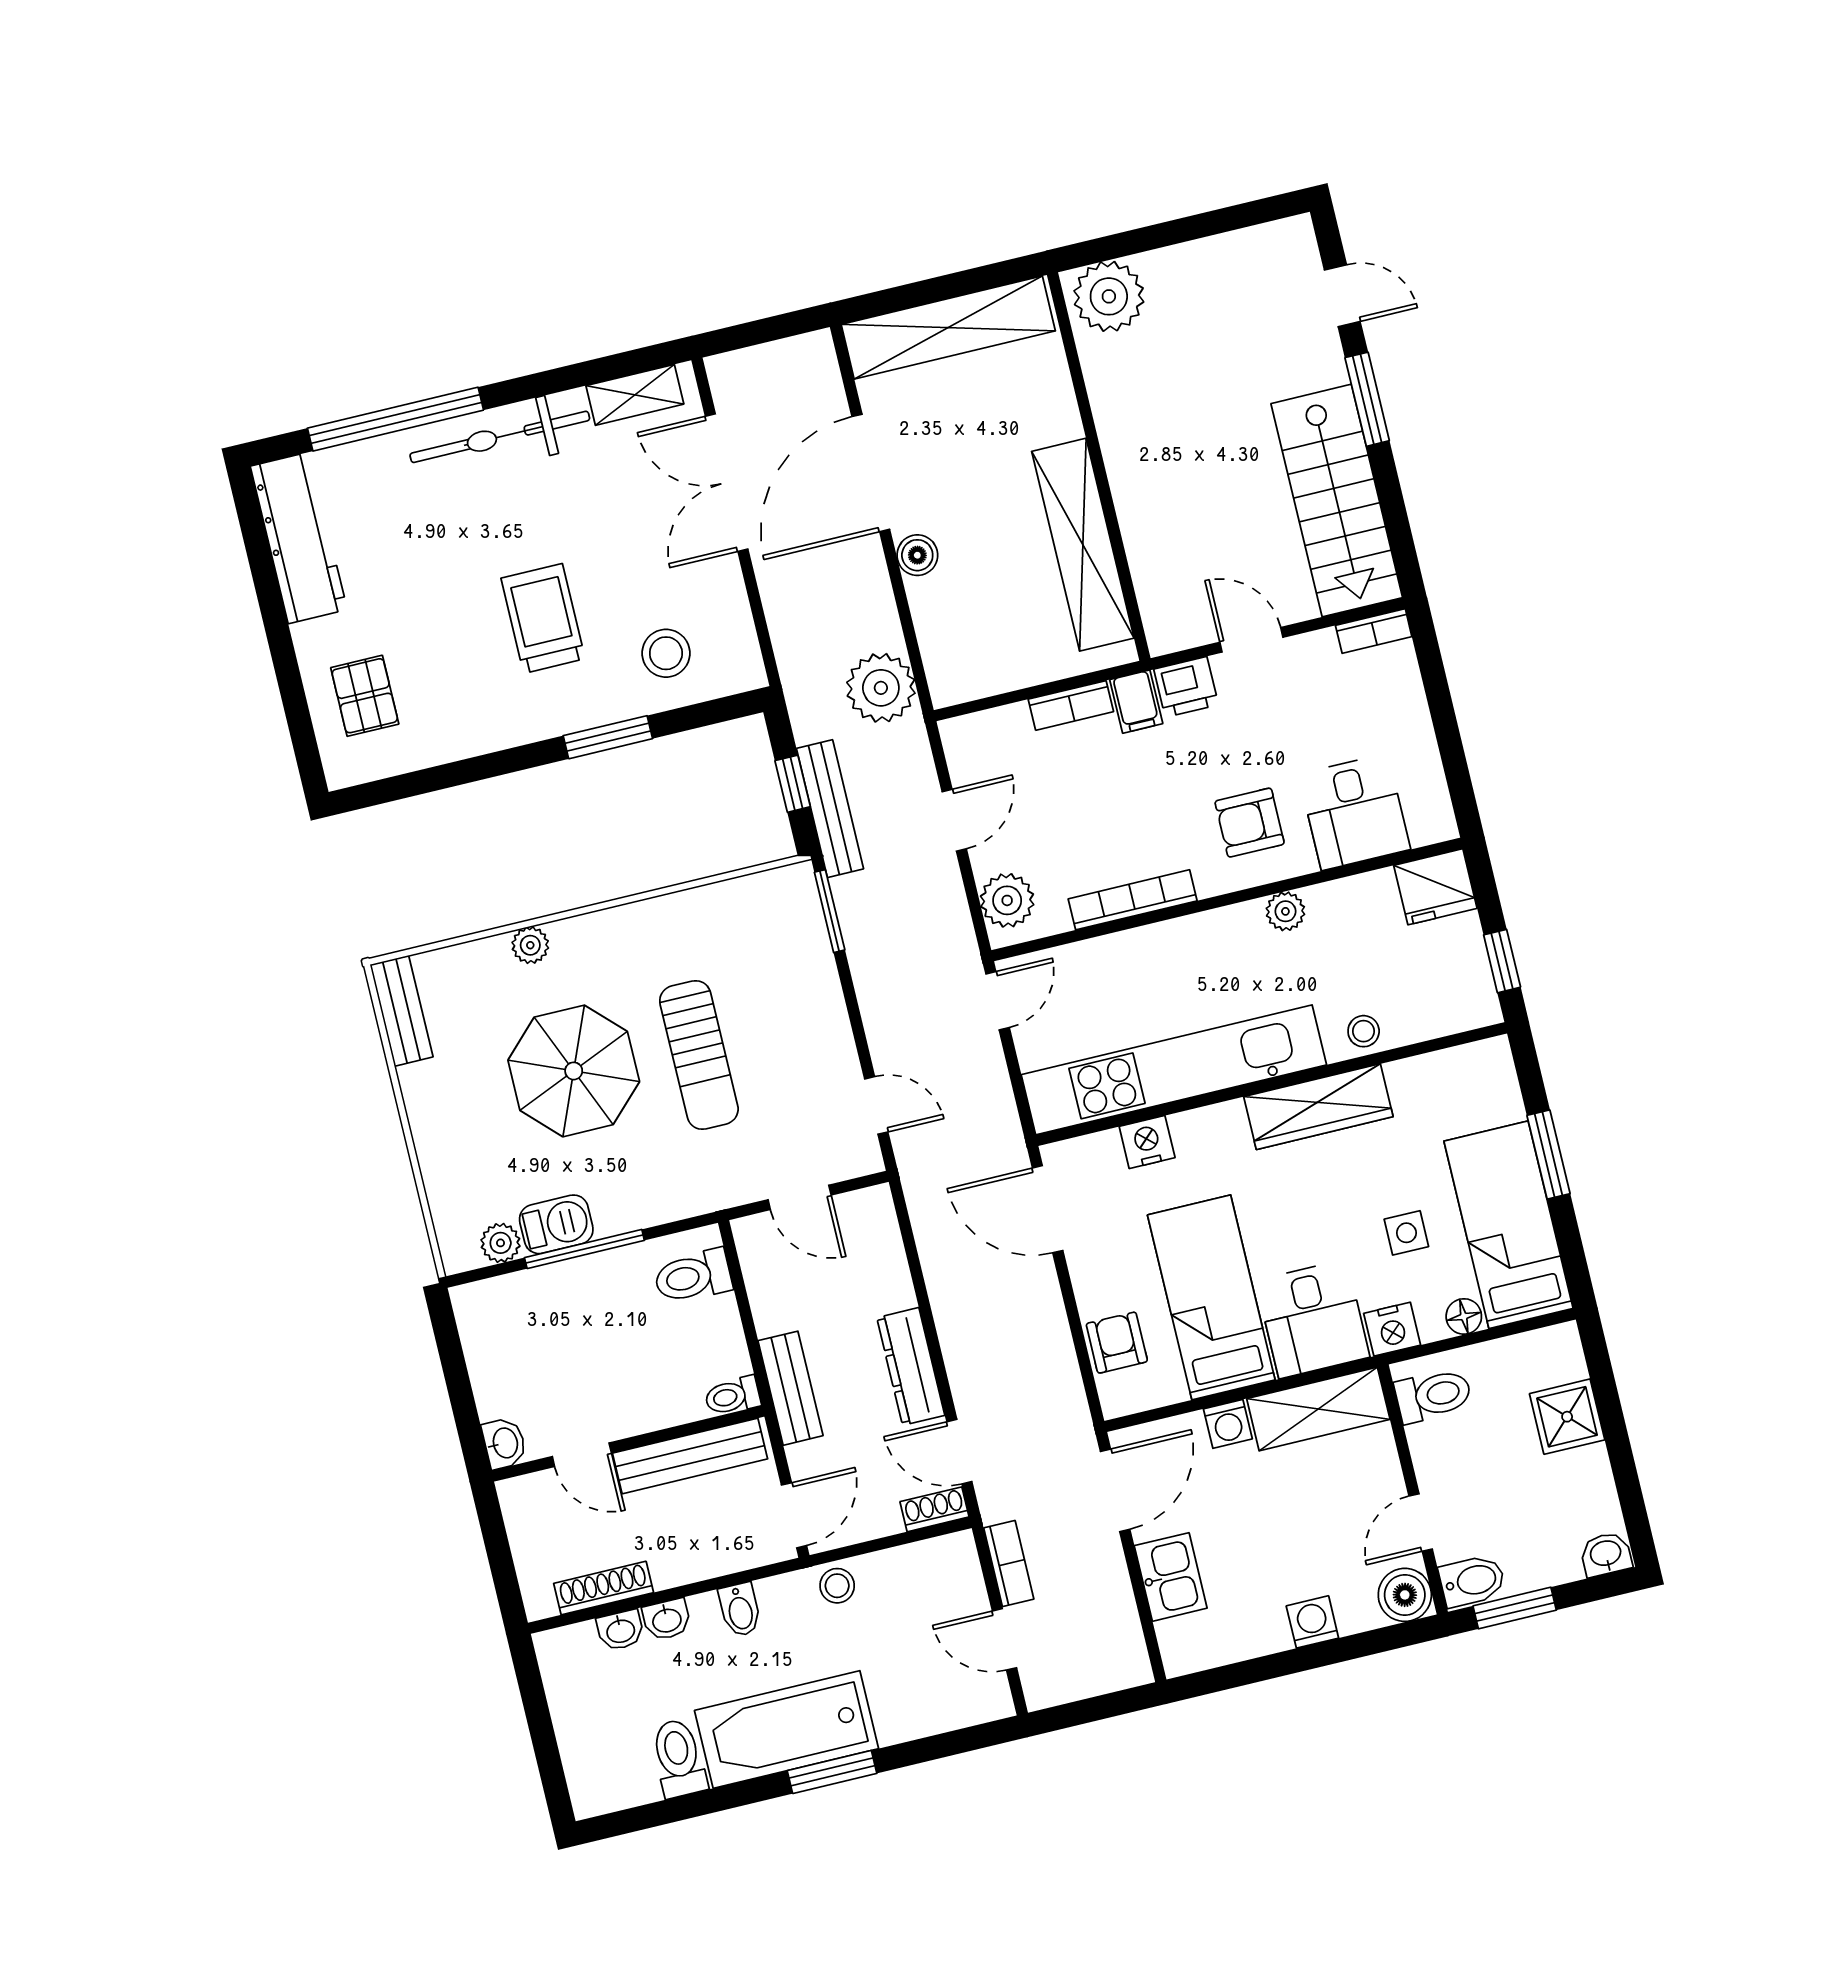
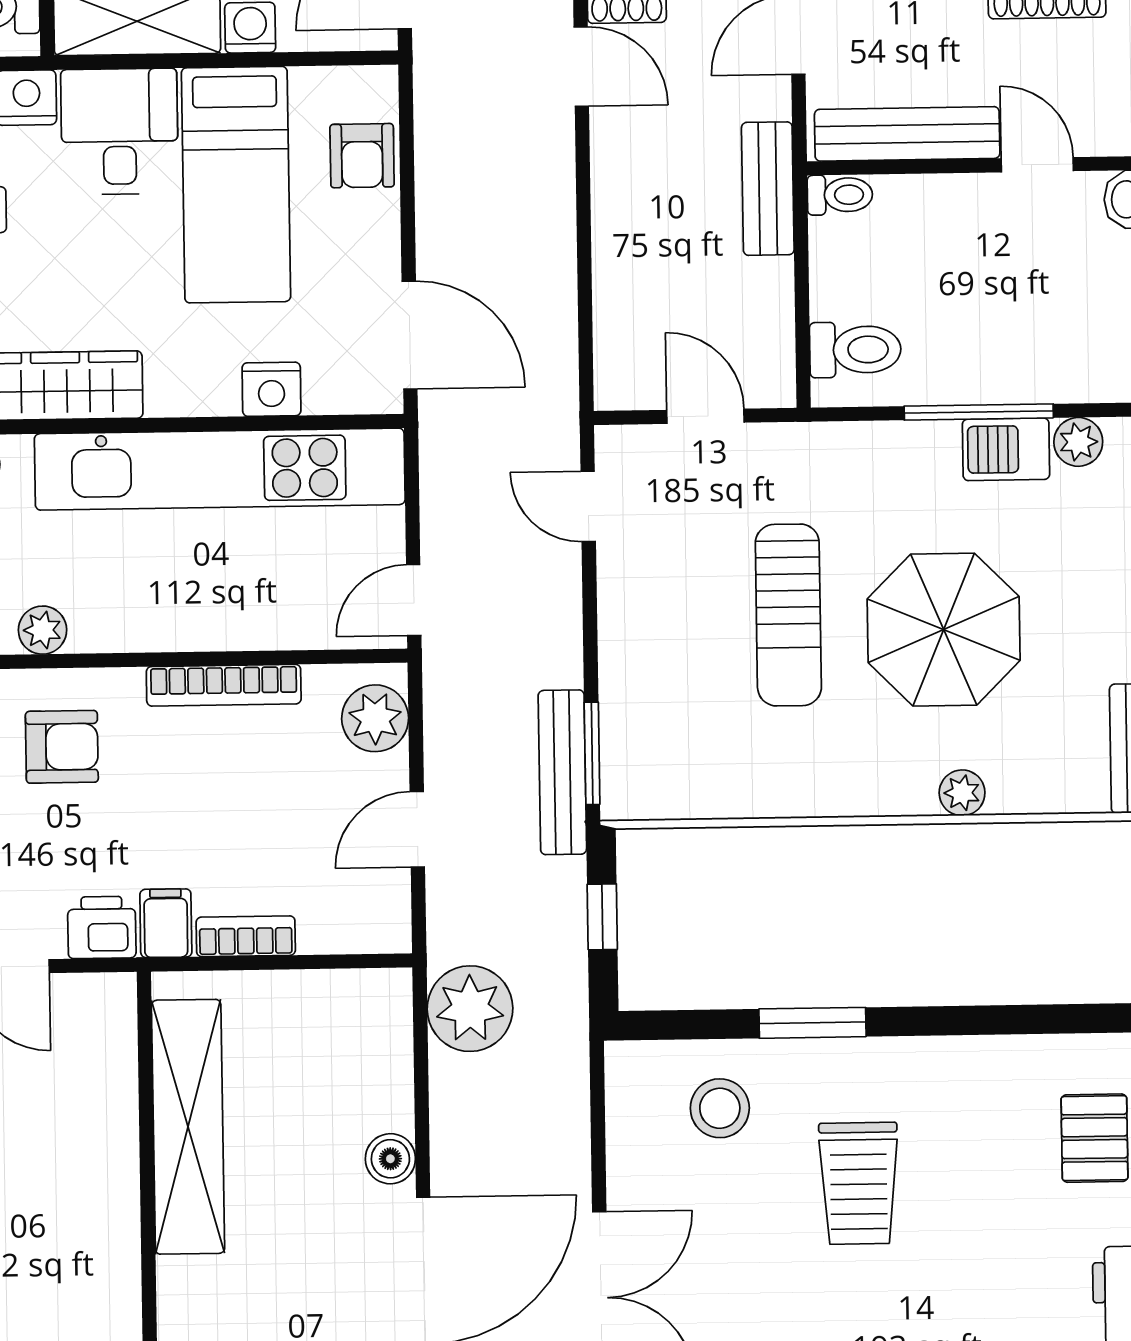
bench: (830, 809) -> (562, 772), moved
sun lounger: (699, 1055) -> (788, 615), turned 180
dresser: (911, 1367) -> (617, 182), removed

